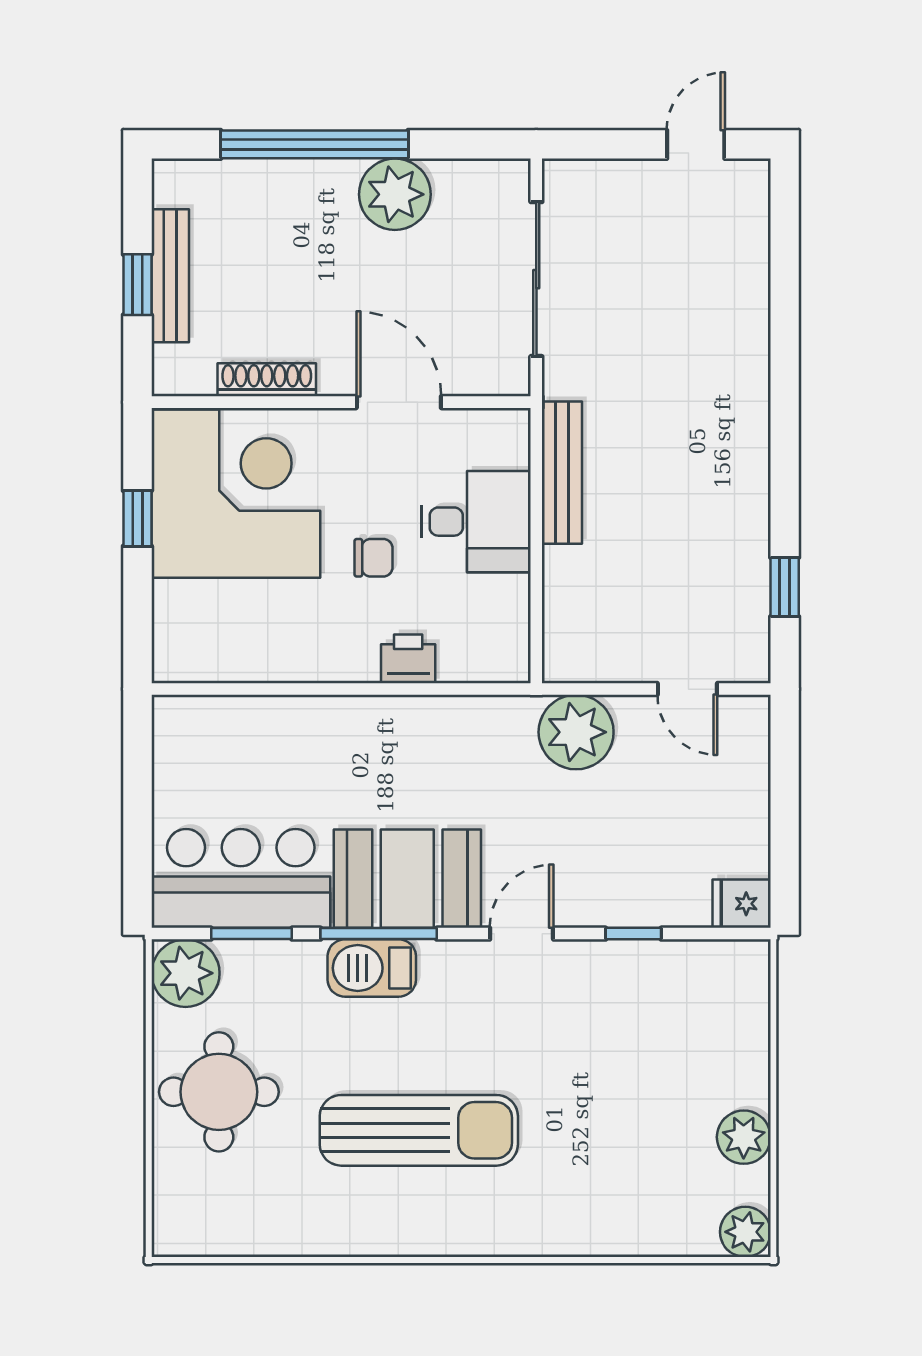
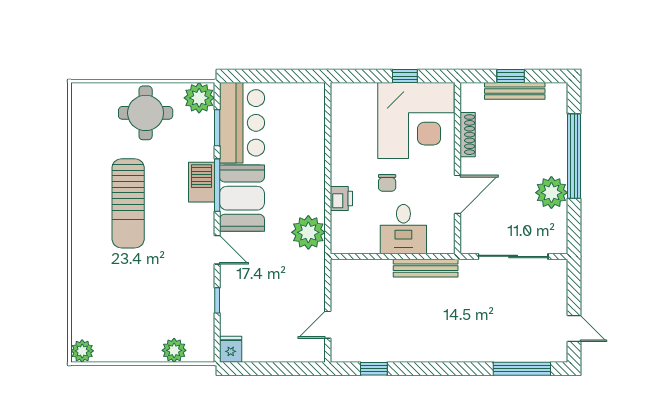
window: (785, 260) -> (522, 369), added
plant: (576, 732) -> (308, 232), moved
plant: (744, 1137) -> (174, 350), moved

